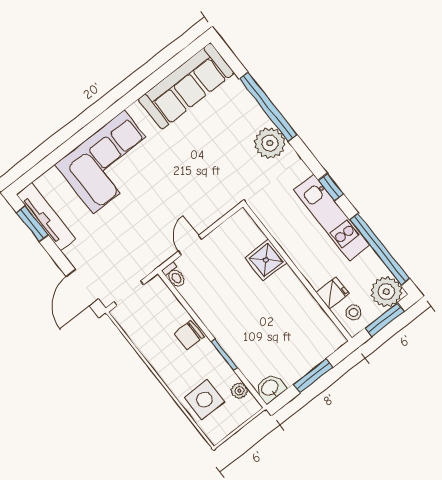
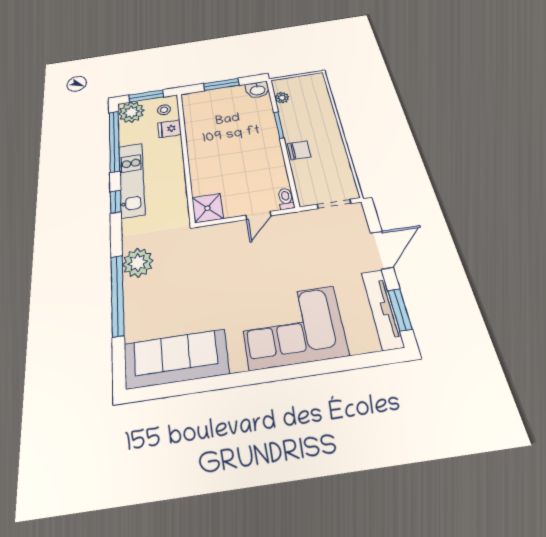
shower: (266, 260) -> (207, 208), moved
door: (82, 288) -> (382, 250), moved
side table: (204, 400) -> (313, 103), removed

